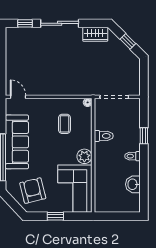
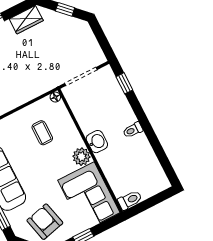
toilet: (104, 136) -> (130, 200), moved
window: (144, 136) -> (124, 83), moved
washbasin: (133, 184) -> (97, 142), moved, turned 180

